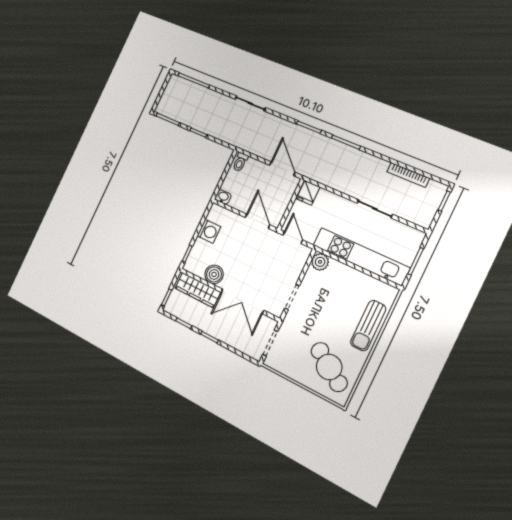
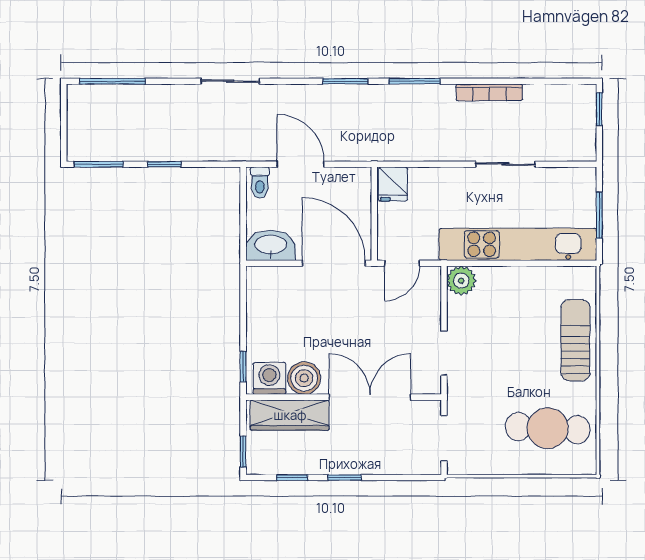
door: (282, 169) -> (301, 164), moved
bookcase: (408, 175) -> (489, 92), moved
washbasin: (223, 197) -> (271, 245), width x1.91, depth x1.45
door: (257, 221) -> (334, 263), width x1.36
washing machine: (209, 231) -> (269, 378), moved, turned -90
door: (293, 238) -> (402, 263), swing flipped
double door: (242, 301) -> (370, 397), swing flipped
sun lounger: (368, 326) -> (575, 340), turned 180
cafe table: (329, 367) -> (548, 428), turned -31

